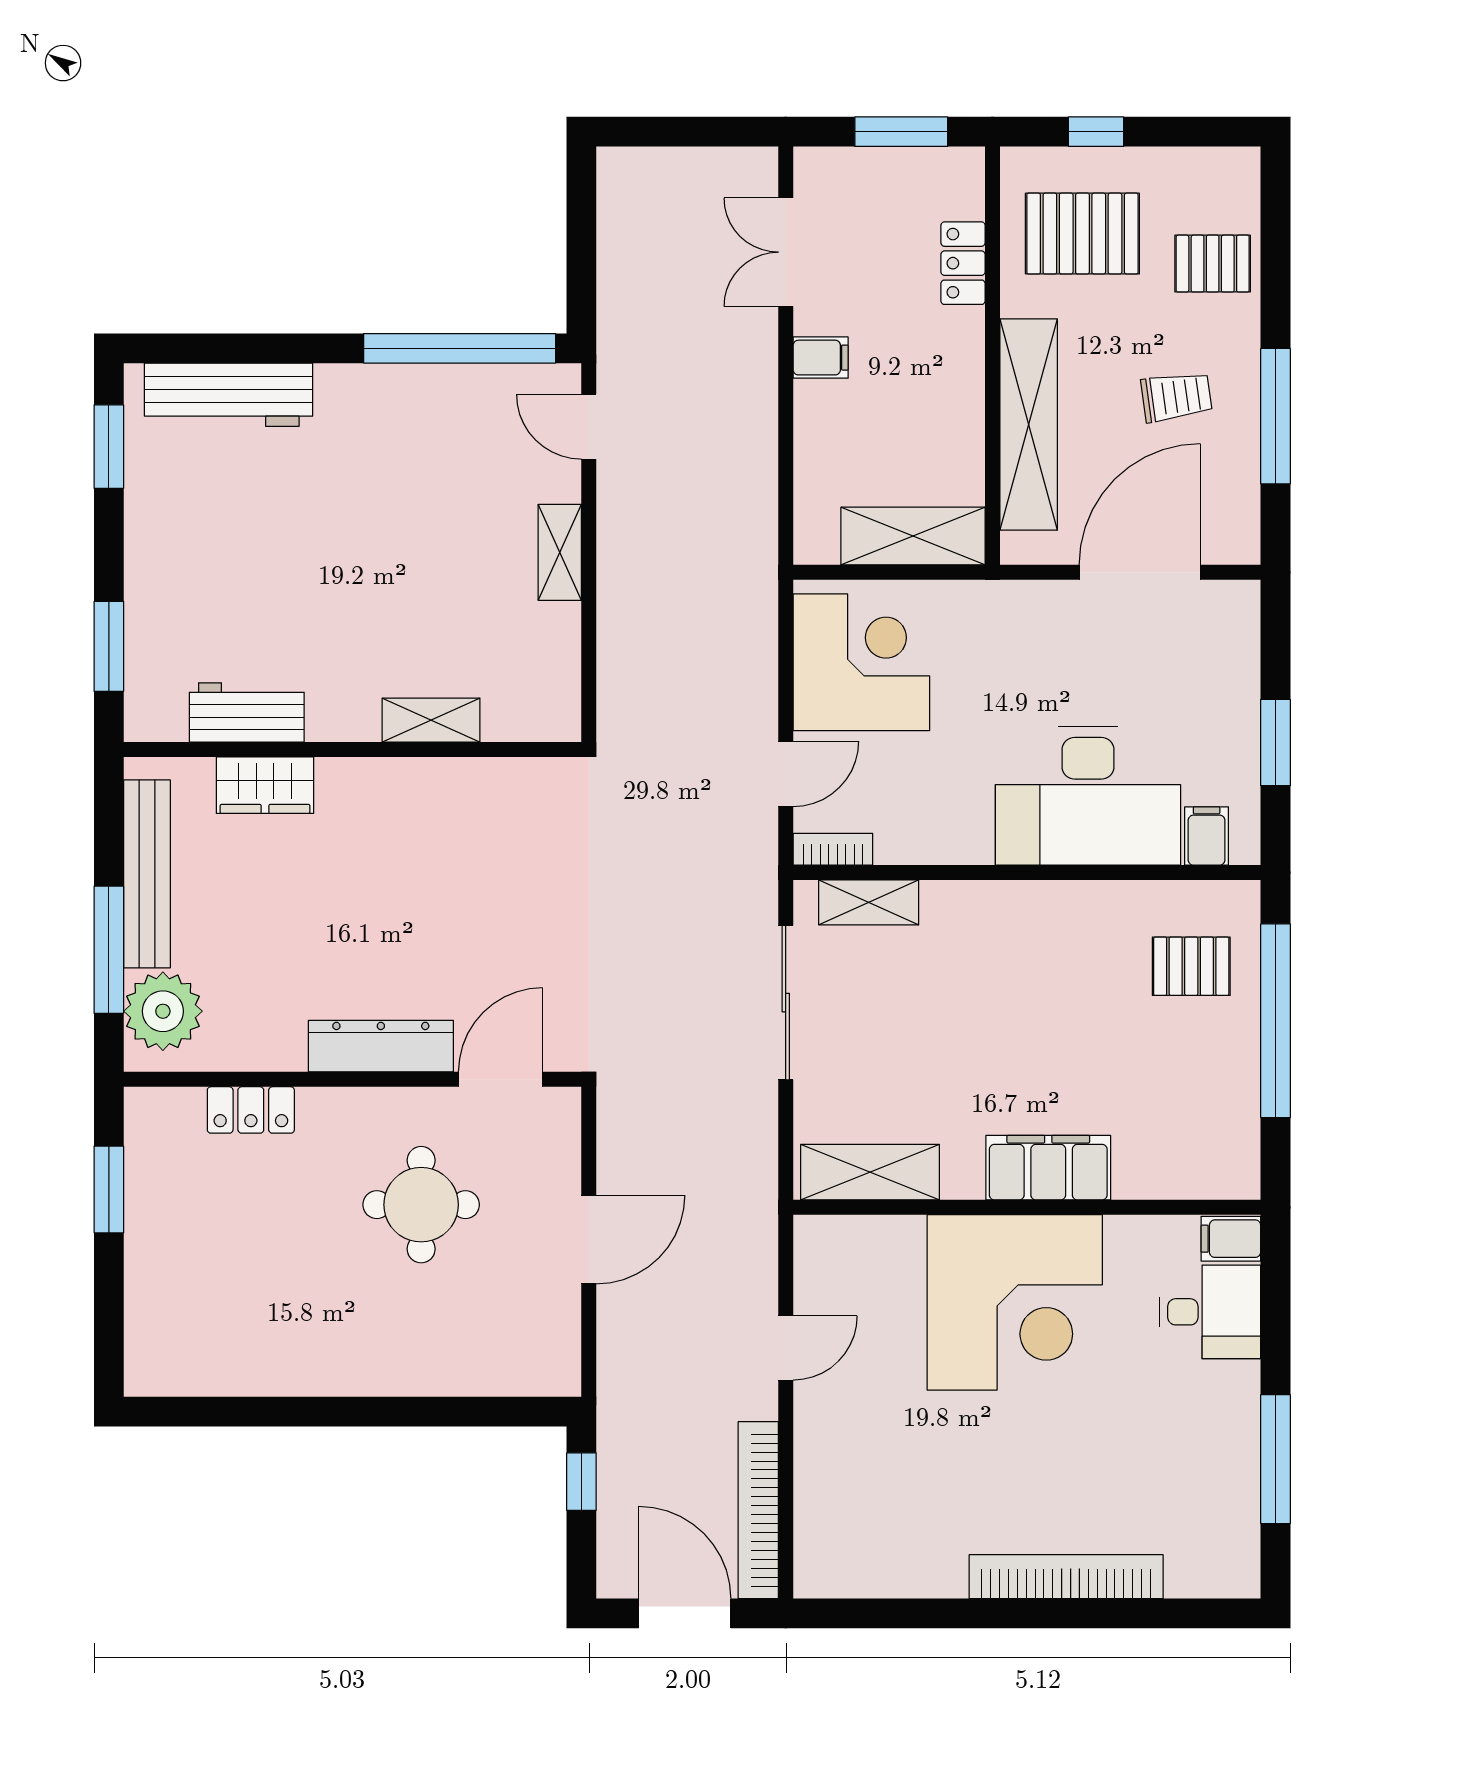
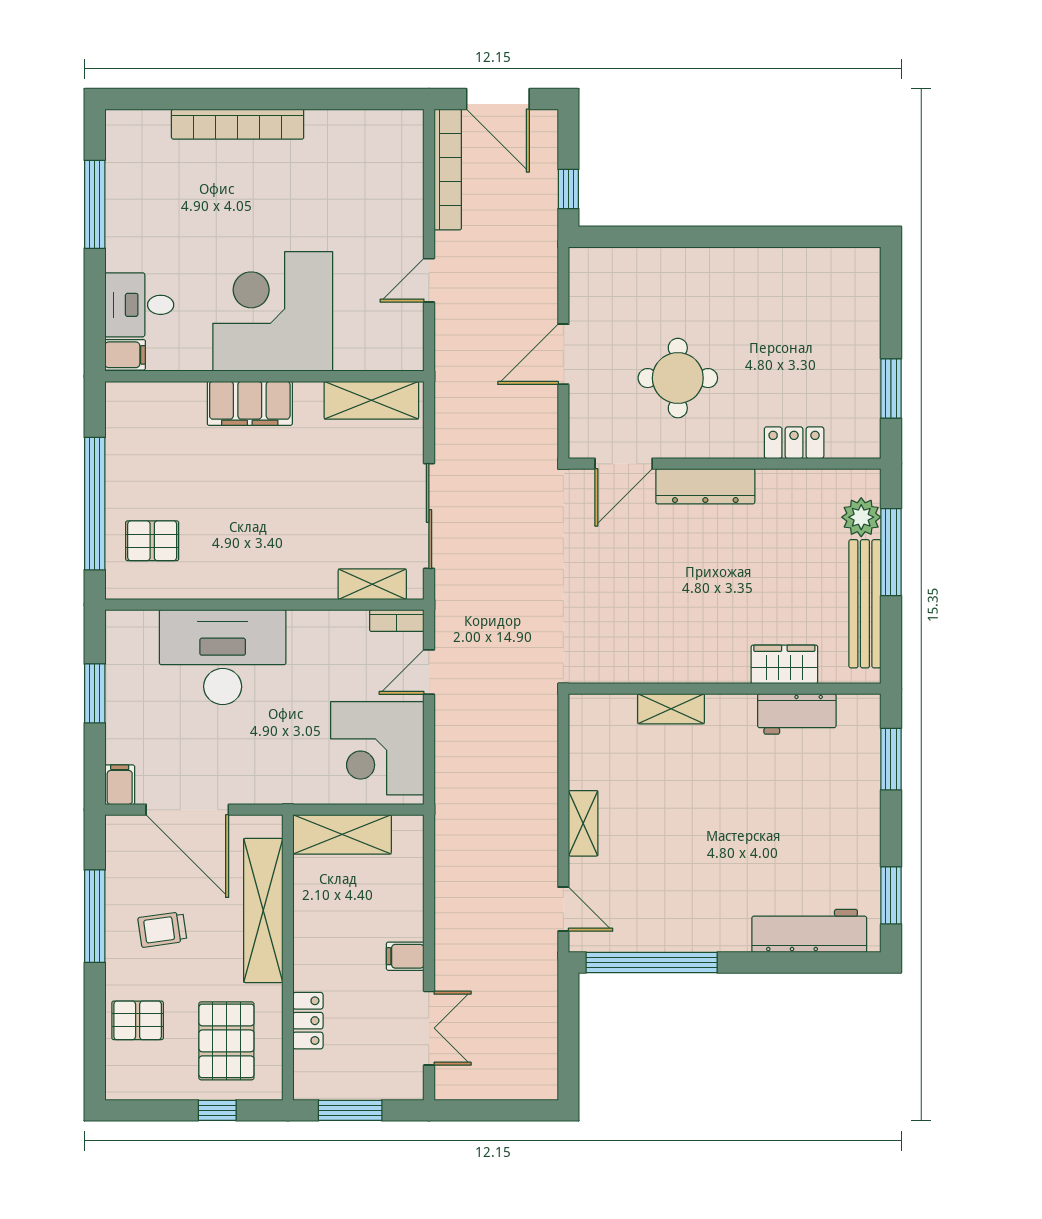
pallet: (1082, 234) -> (226, 1041), turned 90
door: (1140, 572) -> (187, 810), hinge flipped
filing cabinet: (1207, 836) -> (120, 785), moved, turned 180
plant: (163, 1011) -> (861, 517), width x0.73, depth x0.73

